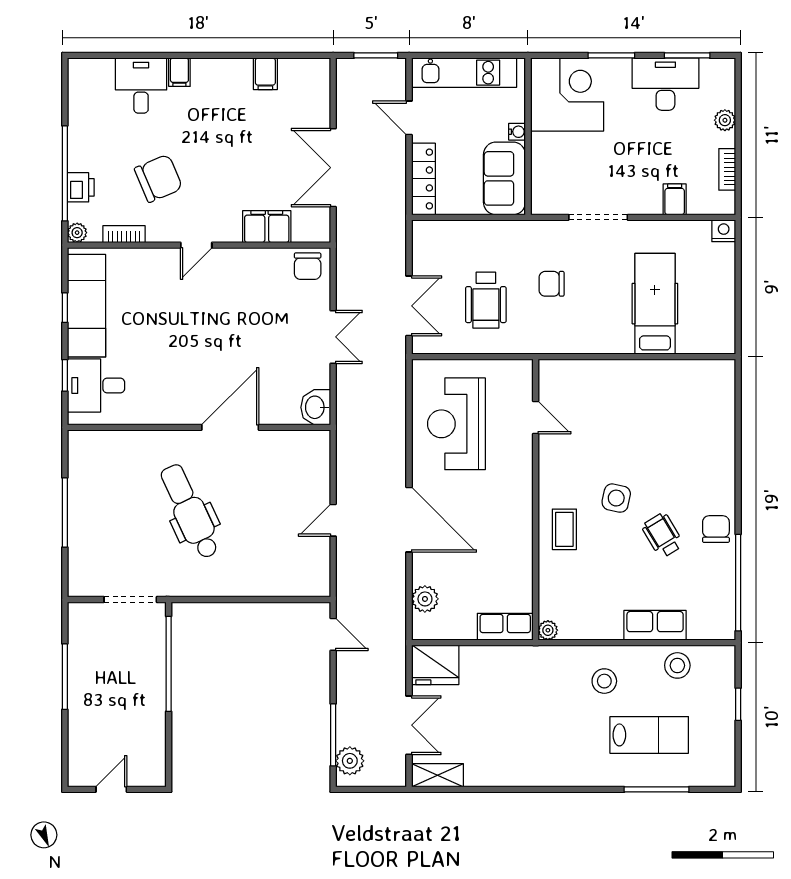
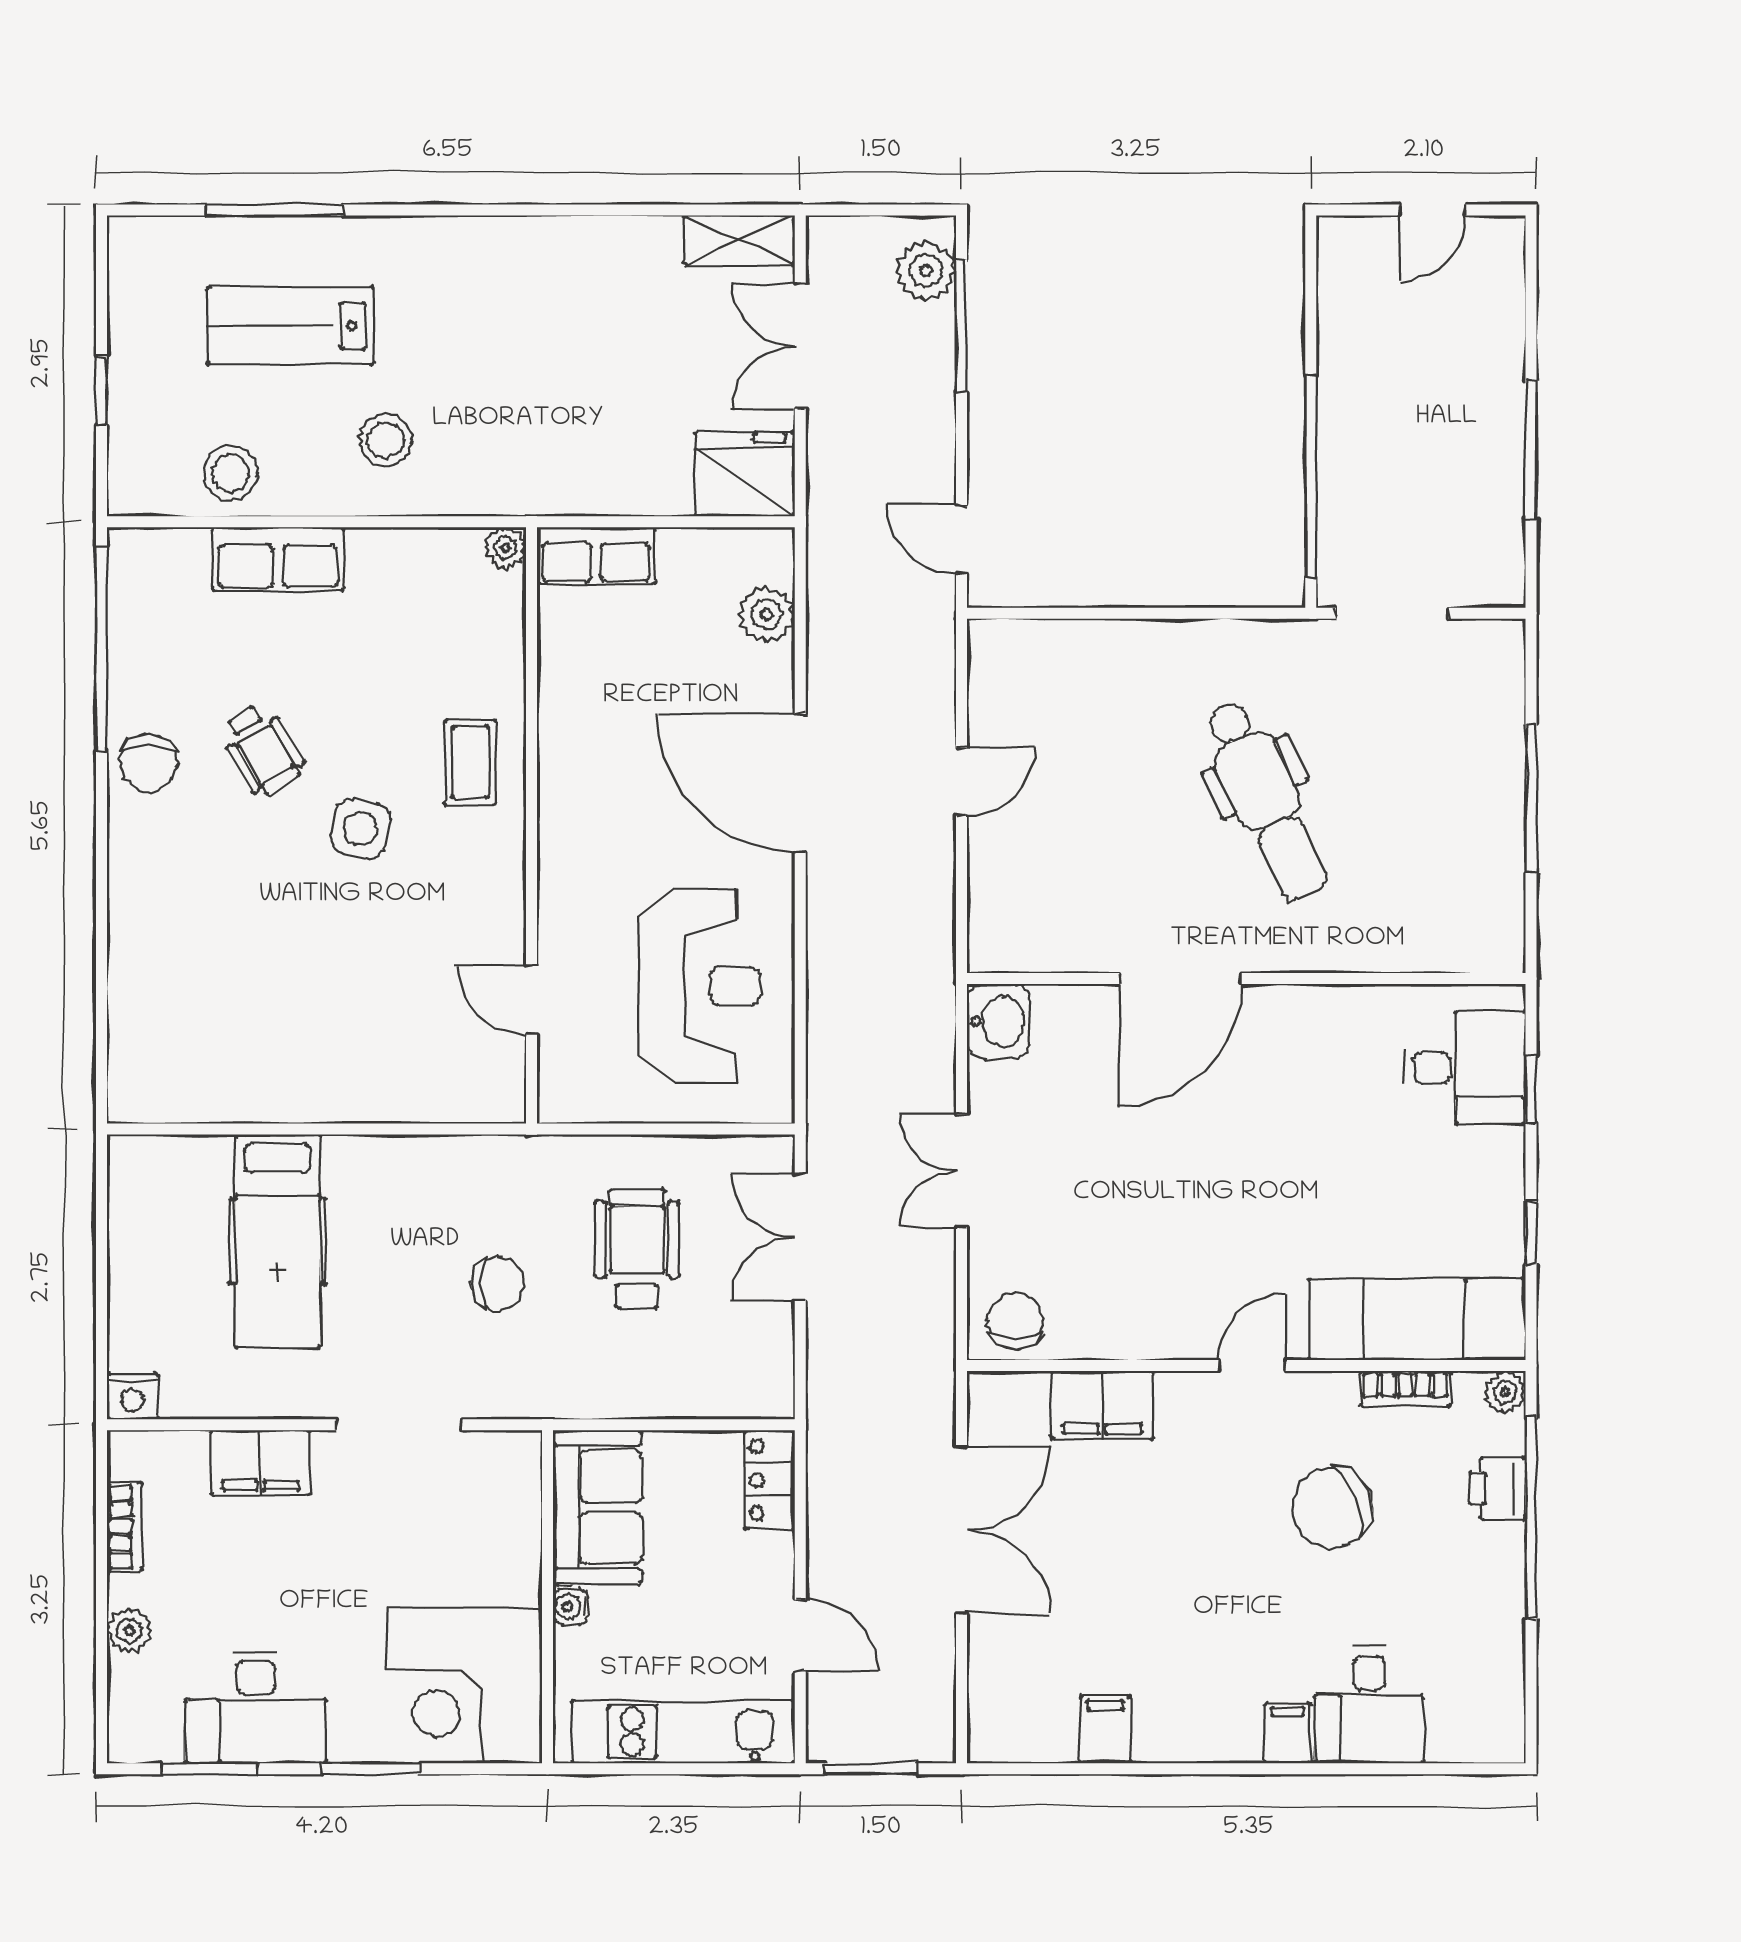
locker: (423, 179) -> (770, 1480), width x0.66
filing cabinet: (675, 199) -> (261, 1463), width x2.00
exam couch: (86, 306) -> (1417, 1320), moved, turned 90

